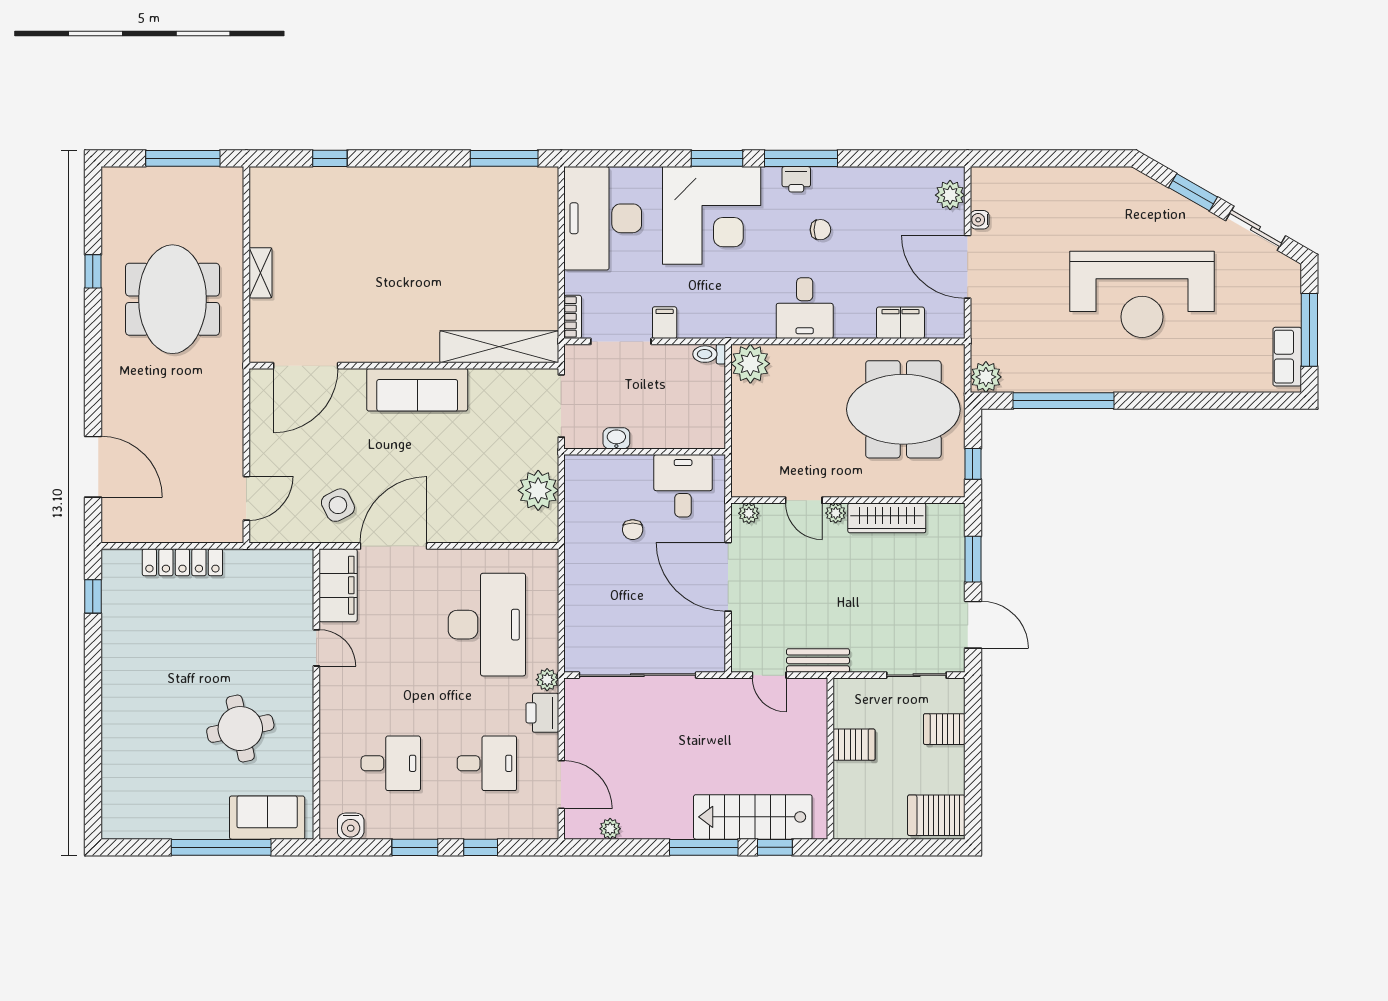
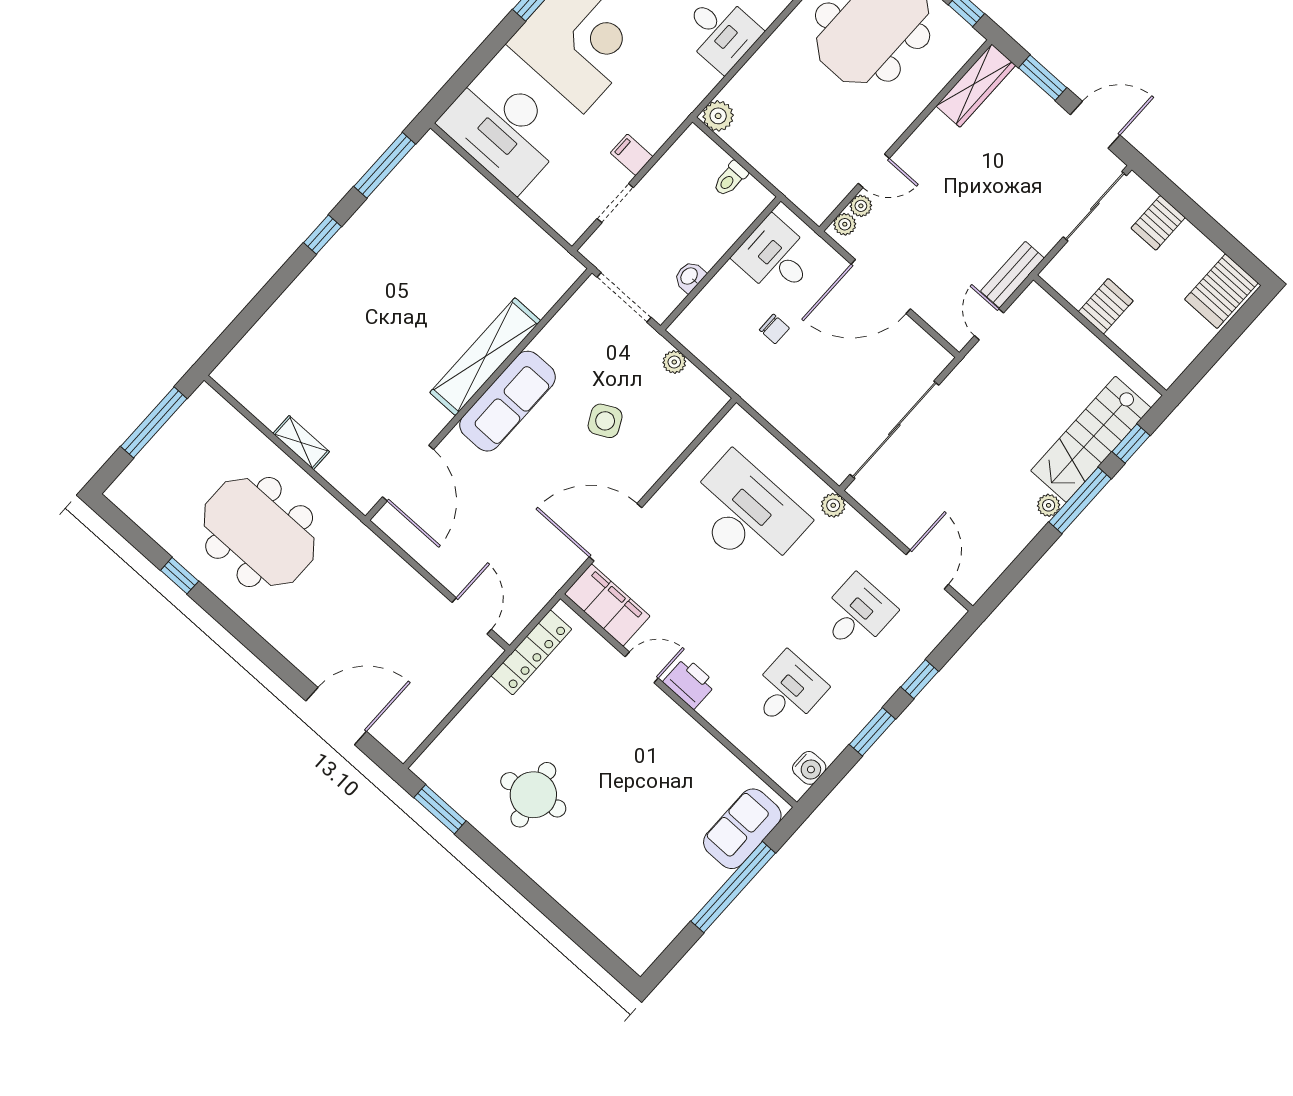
window: (330, 158) -> (322, 235), moved
bookcase: (573, 317) -> (561, 224), removed
doorway: (621, 341) -> (615, 203), width x0.73
shelving: (499, 347) -> (485, 357), moved
toilet: (709, 354) -> (730, 179), moved
plant: (750, 364) -> (718, 116), width x0.73, depth x0.73
plant: (538, 490) -> (674, 362), width x0.53, depth x0.53
side table: (338, 505) -> (605, 421), moved
plant: (836, 513) -> (861, 206), moved
wardrobe: (887, 518) -> (976, 86), moved
door: (394, 546) -> (616, 532), hinge flipped
locker: (182, 562) -> (531, 652), moved
window: (93, 596) -> (440, 809), width x1.50
door: (769, 675) -> (989, 324), swing flipped
sliding door: (916, 675) -> (1095, 206), width x1.37
printer: (542, 713) -> (690, 683), moved, turned 180
round table: (240, 729) -> (533, 795), moved
door: (561, 785) -> (927, 569), hinge flipped
plant: (610, 829) -> (1049, 505), moved

